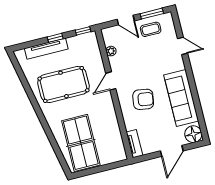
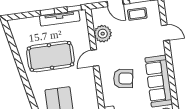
tv unit: (46, 49) -> (60, 18), moved
plant: (111, 51) -> (103, 34), width x1.88, depth x1.88

